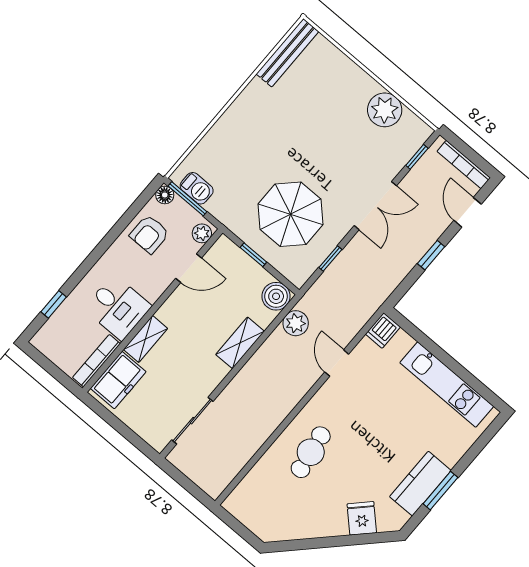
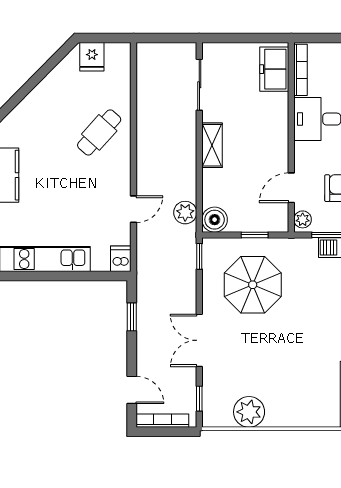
window: (431, 255) -> (132, 317), moved
window: (330, 258) -> (199, 256), moved
shelving: (146, 339) -> (280, 114), removed
shelving: (240, 343) -> (212, 145), moved
door: (337, 363) -> (134, 209), hinge flipped
cafe table: (311, 452) -> (99, 132), turned 51
fridge: (362, 518) -> (92, 57), moved, turned 45

